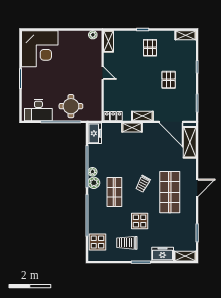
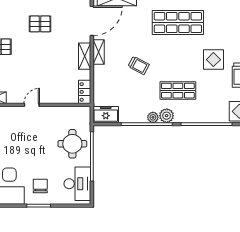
chair: (37, 80) -> (40, 186), added
shelving: (132, 128) -> (99, 52), moved
trolley: (143, 184) -> (139, 65), moved

